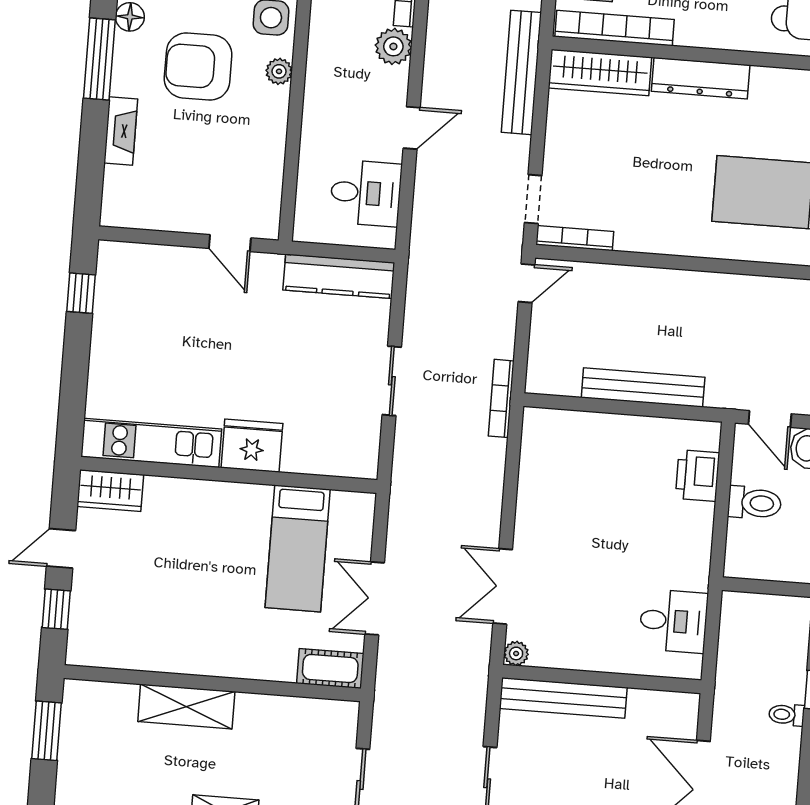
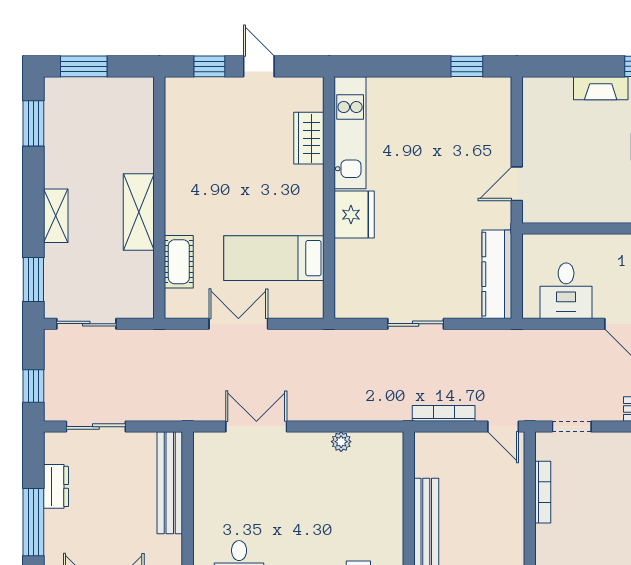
bookcase: (575, 238) -> (543, 492), moved
bookcase: (501, 398) -> (444, 413), moved
wardrobe: (110, 491) -> (309, 138), moved
plant: (516, 653) -> (341, 442), moved
cot: (330, 668) -> (179, 262), moved
shelving: (186, 706) -> (139, 212), moved
window: (47, 731) -> (84, 66), moved

